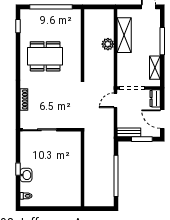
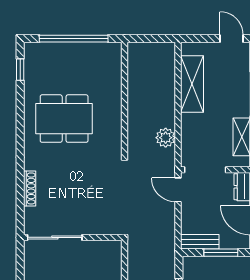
plant: (108, 44) -> (166, 138), moved
door: (115, 100) -> (178, 190), hinge flipped

